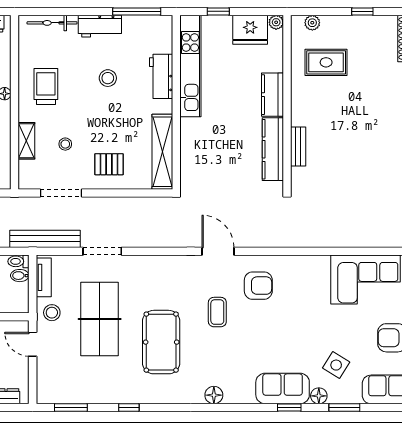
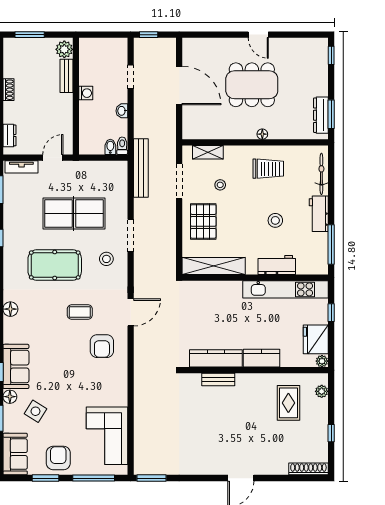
shelving: (26, 141) -> (208, 152), moved
pallet: (109, 164) -> (203, 221), width x1.50, depth x1.42
doorway: (102, 251) -> (131, 235), moved
tv unit: (44, 277) -> (21, 167), moved
stool: (52, 313) -> (106, 259), moved

